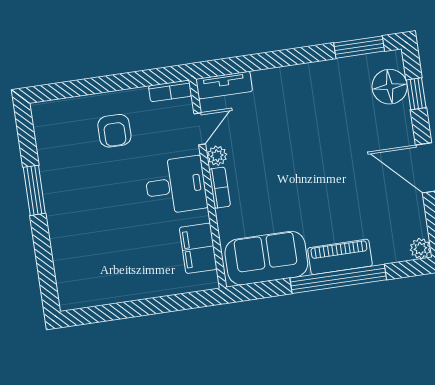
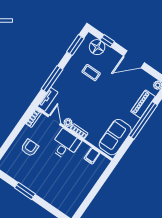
window: (265, 61) -> (52, 79), added
coffee table: (337, 116) -> (91, 73), added
armchair: (114, 131) -> (30, 148), turned -90
filing cabinet: (198, 248) -> (92, 156), width x0.50
piano: (340, 257) -> (143, 104), moved

